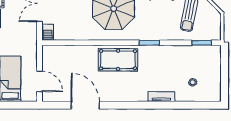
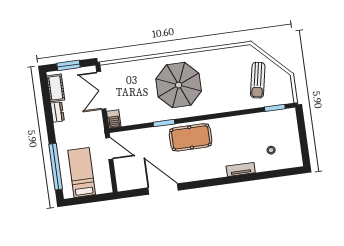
window: (149, 43) -> (164, 123), moved
door: (40, 81) -> (109, 148), moved

